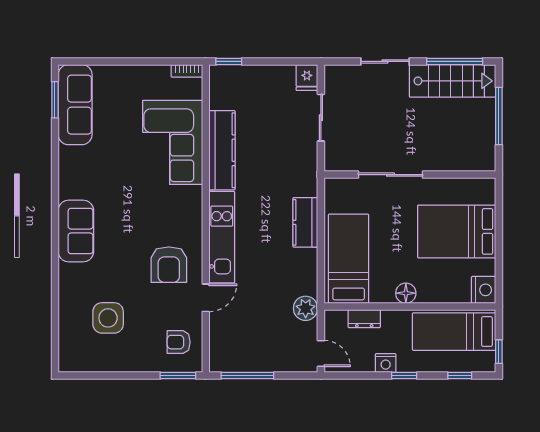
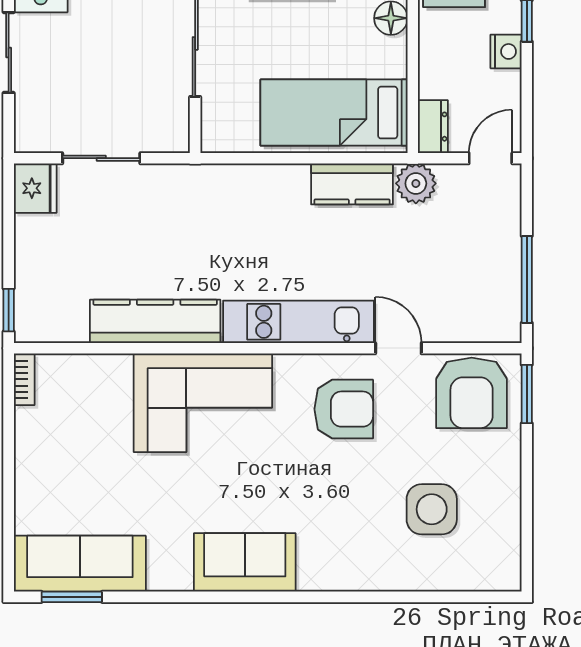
fridge: (307, 78) -> (35, 188), width x1.38
corner sofa: (173, 142) -> (203, 403), moved
kitchen counter: (305, 222) -> (352, 184), moved
sofa: (76, 231) -> (245, 562), moved
dresser: (364, 319) -> (433, 127), moved
armchair: (179, 342) -> (472, 393), width x1.88, depth x1.88

